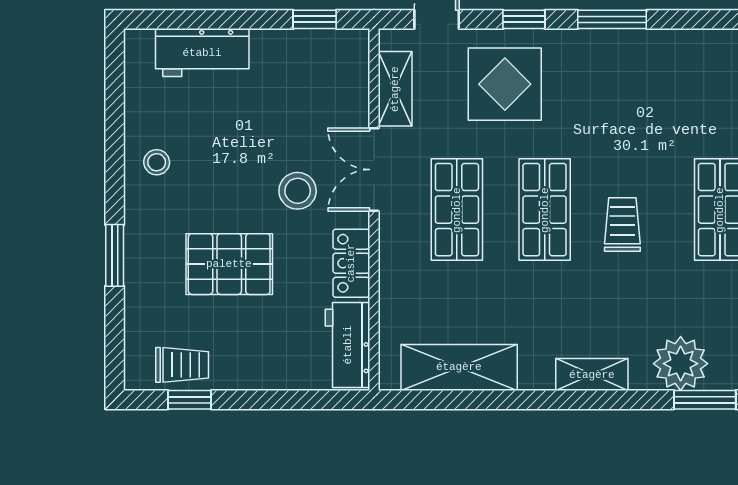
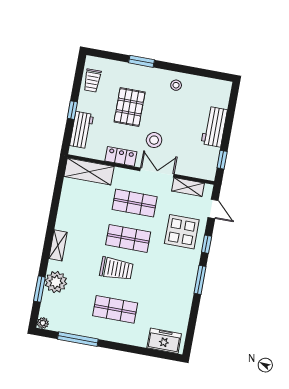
workbench: (202, 53) -> (214, 127), moved
trolley: (622, 225) -> (116, 269), width x1.36, depth x1.39
workbench: (348, 345) -> (82, 130), moved, turned 90
shelving: (459, 367) -> (89, 171), moved, turned 90
window: (189, 400) -> (72, 110), moved

